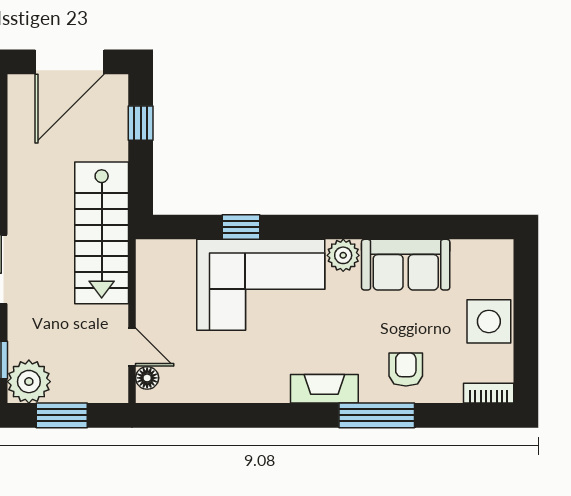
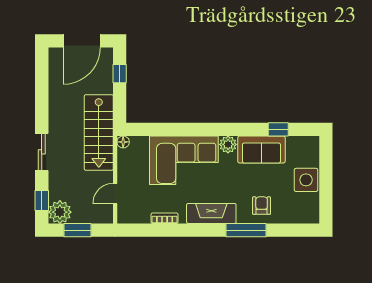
window: (241, 227) -> (278, 129), moved
door: (132, 347) -> (115, 194), swing flipped
floor lamp: (147, 378) -> (123, 142), moved
fireplace: (324, 389) -> (211, 213), width x1.37, depth x1.32
bookcase: (489, 393) -> (165, 218), moved

